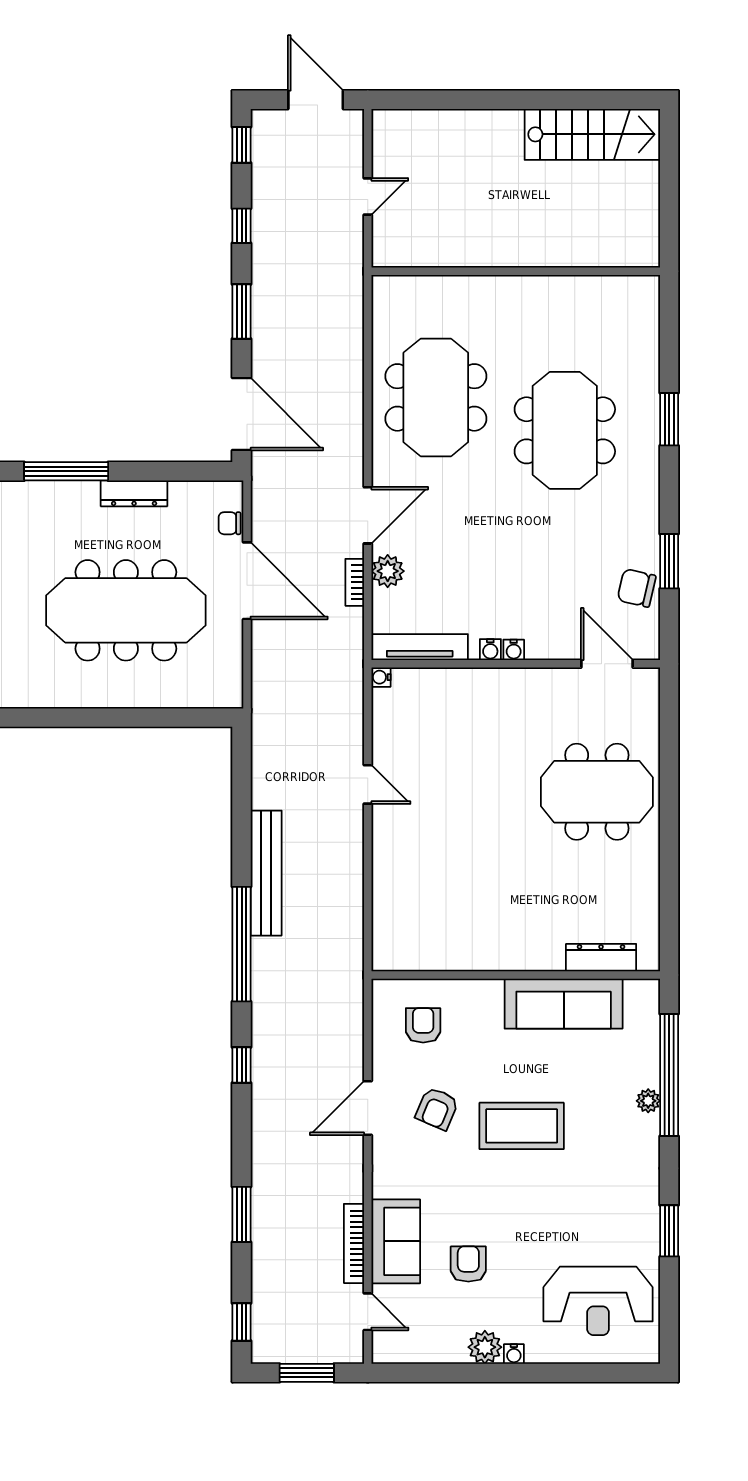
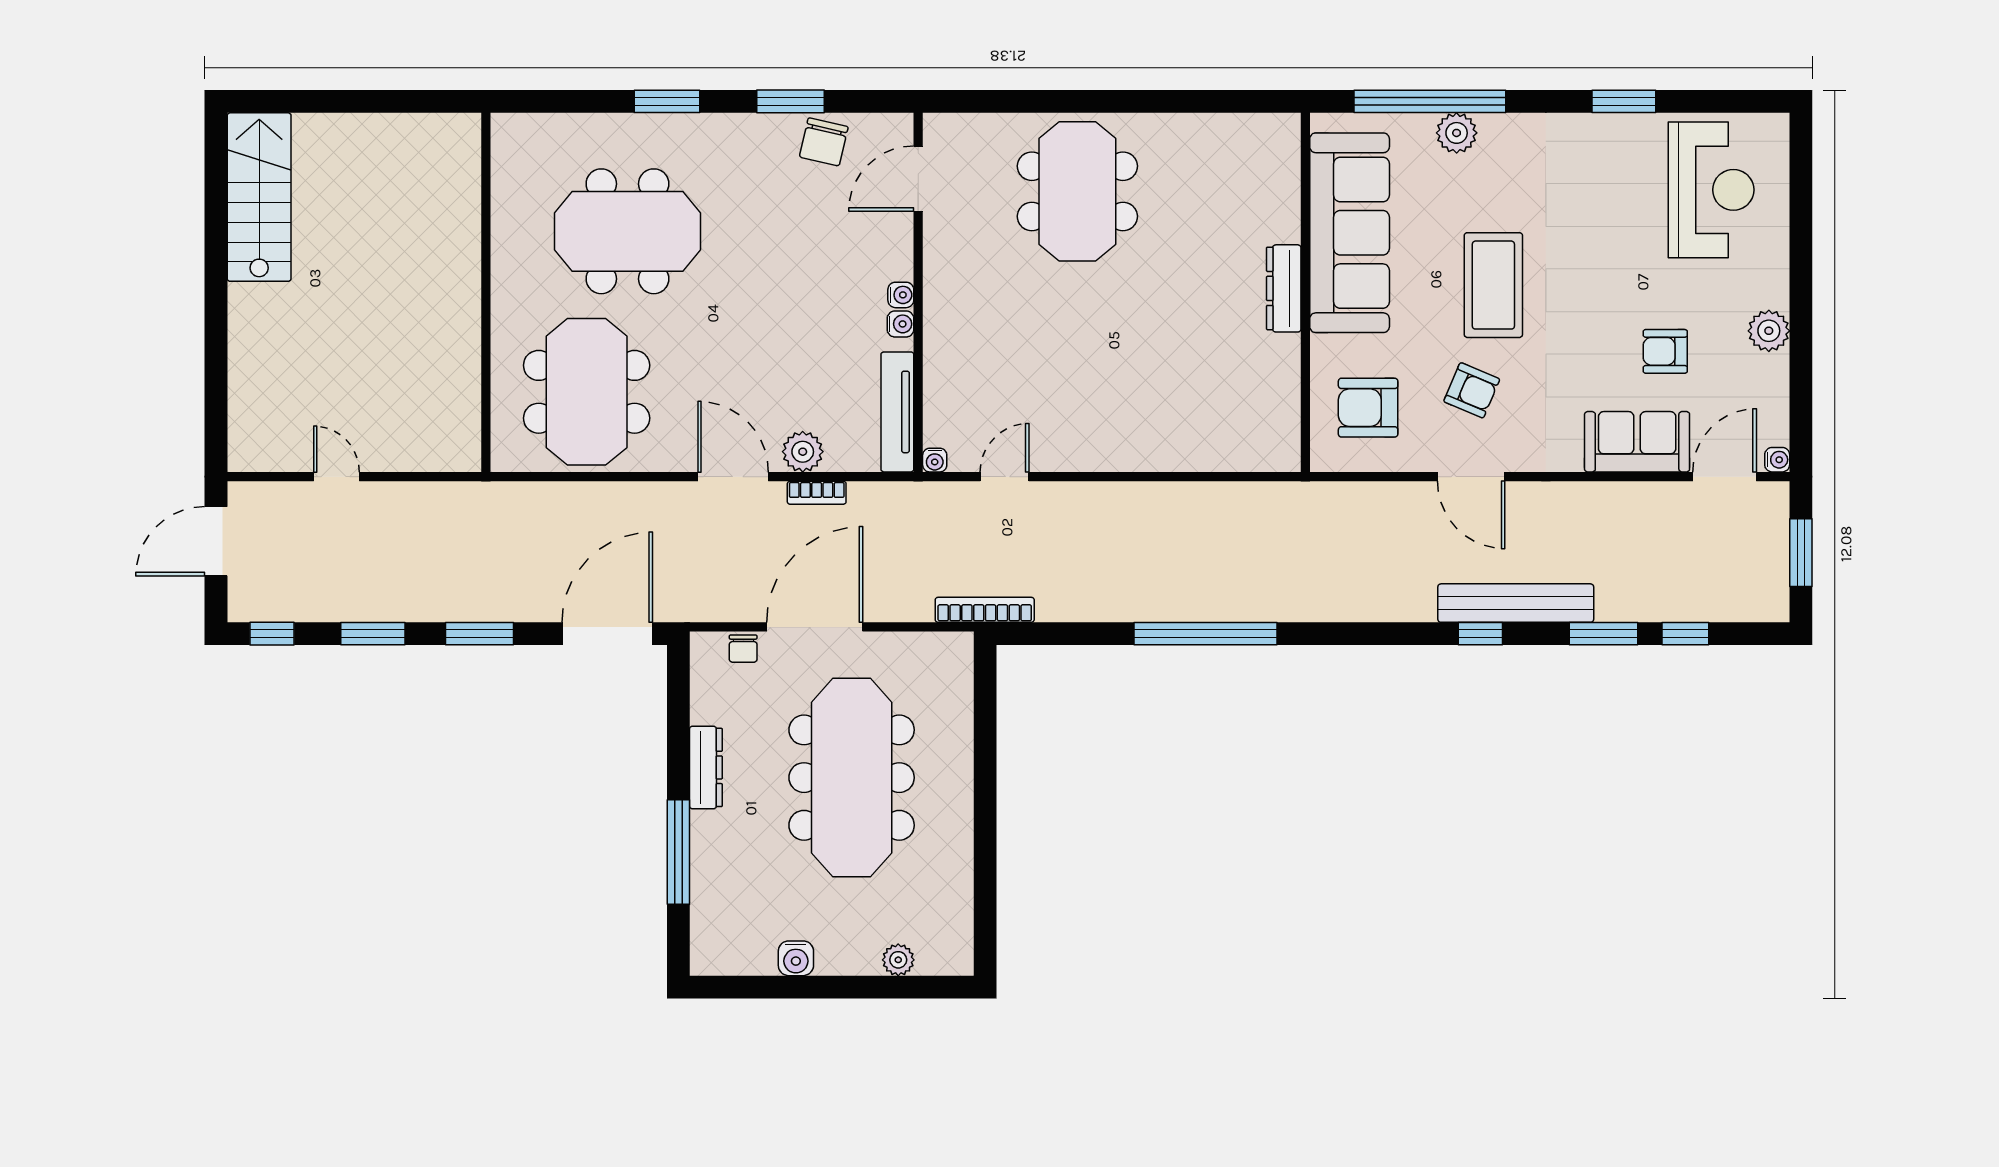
window: (242, 226) -> (373, 634), width x1.50
wall: (516, 271) -> (486, 292), moved
meeting table: (436, 397) -> (587, 392), turned 90
window: (669, 419) -> (667, 101), moved
door: (368, 784) -> (1005, 477), moved
bench: (266, 873) -> (1516, 603), moved
window: (242, 944) -> (1205, 634), moved
dresser: (601, 958) -> (1284, 288), moved
sofa: (564, 1004) -> (1350, 233), width x1.36, depth x1.27
armchair: (423, 1025) -> (1368, 408), width x1.38, depth x1.38
window: (242, 1065) -> (1480, 634), moved
plant: (648, 1101) -> (1457, 133), width x1.38, depth x1.38
bookcase: (354, 1243) -> (985, 610), moved, turned 180
door: (368, 1312) -> (1725, 477), width x1.38
window: (242, 1322) -> (1685, 634), moved
water cooler: (514, 1354) -> (1777, 460), moved

